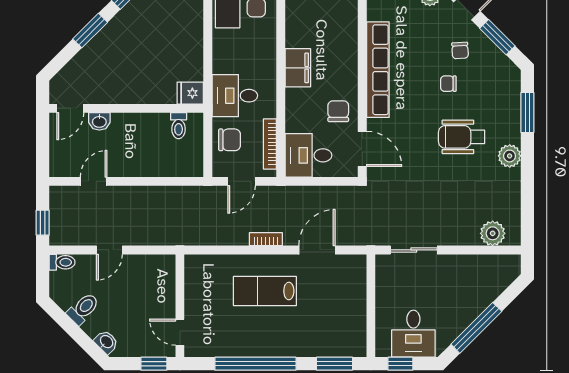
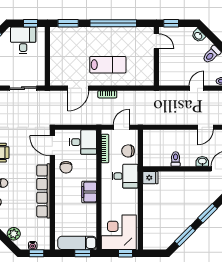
toilet: (179, 126) -> (176, 159), moved

